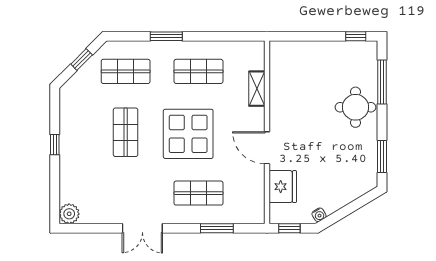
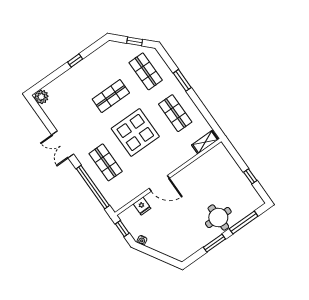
window: (356, 36) -> (250, 176), moved
shelving: (257, 89) -> (205, 142), moved
door: (267, 148) -> (159, 183), swing flipped
window: (382, 156) -> (214, 243), moved
fridge: (283, 187) -> (142, 206), width x0.53, depth x0.75
window: (217, 228) -> (93, 187), width x2.11

